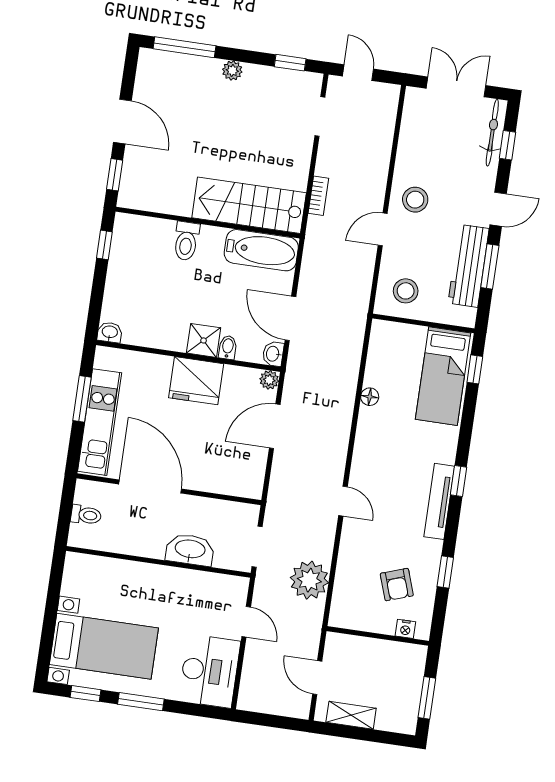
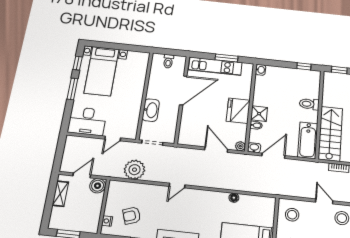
boiler: (338, 648) -> (98, 186), added

